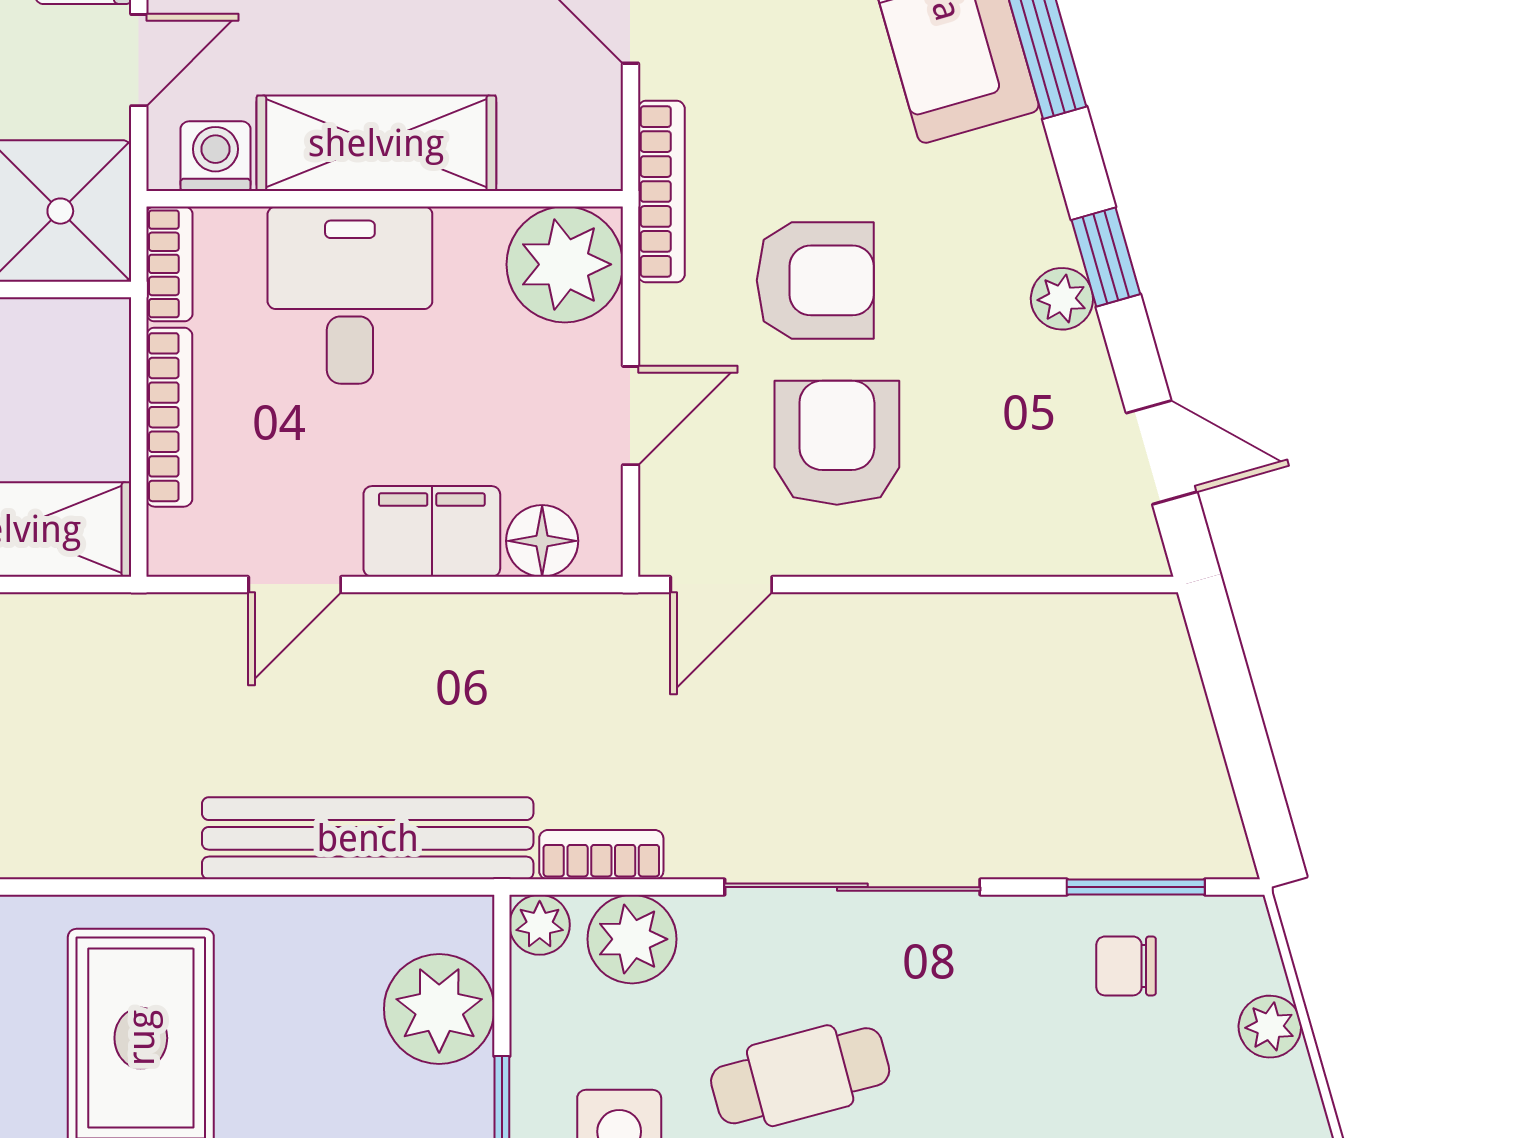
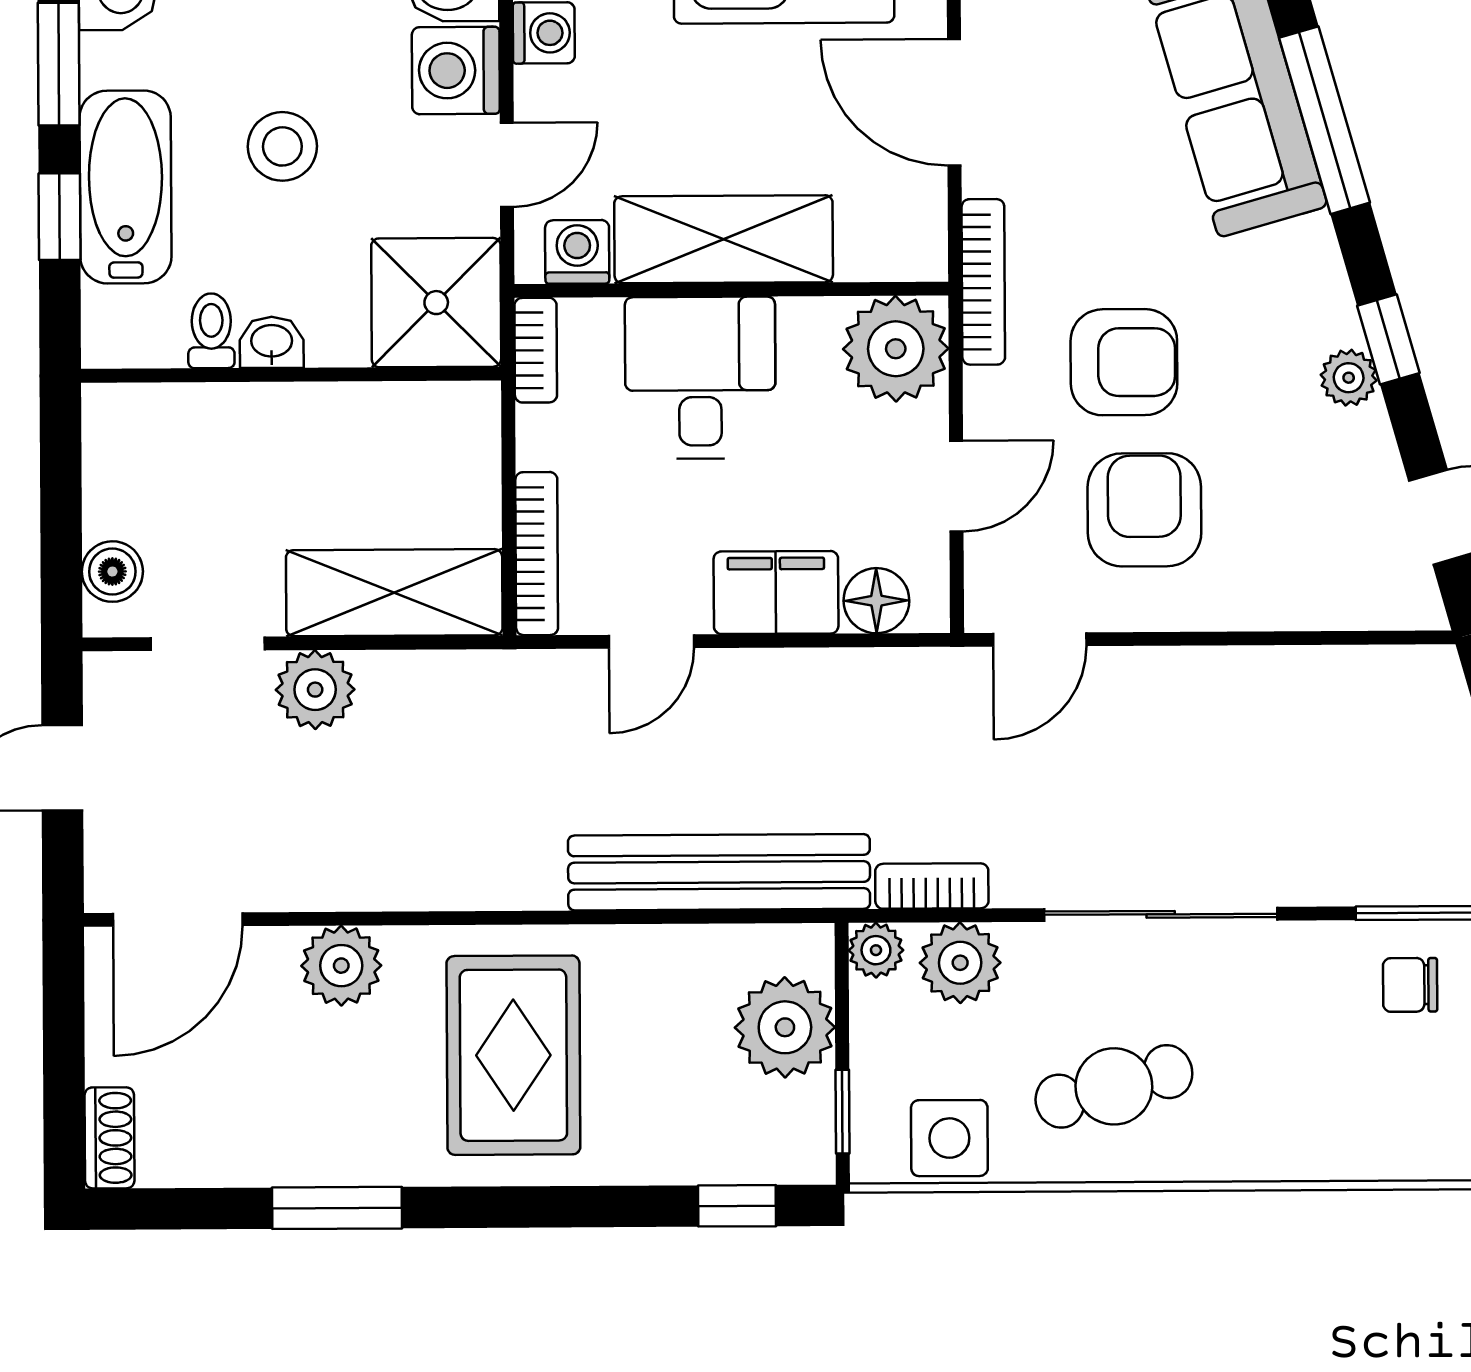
bookcase: (169, 417) -> (537, 554), moved

